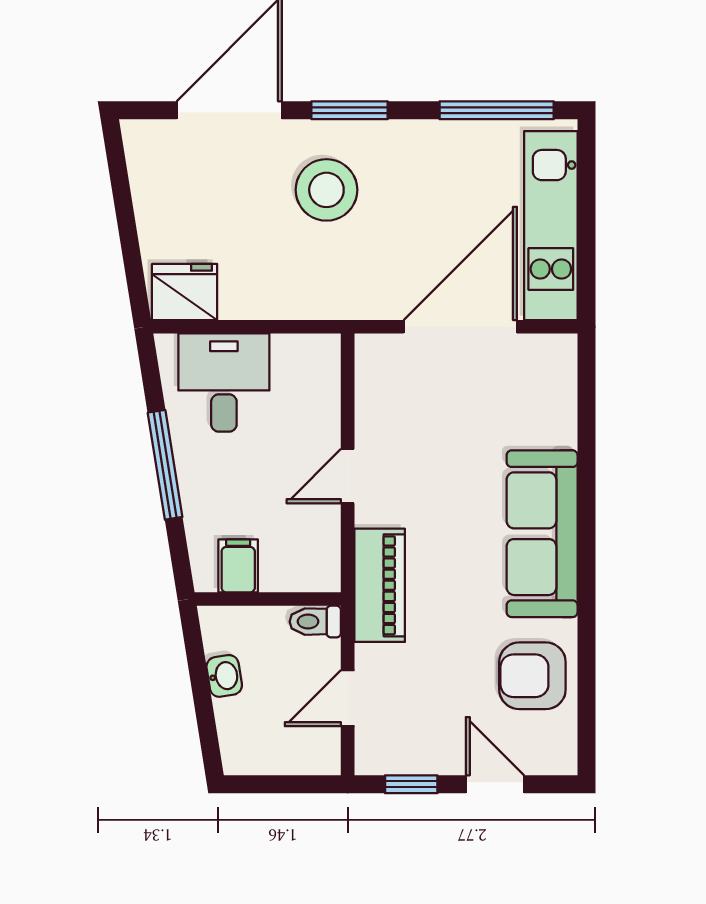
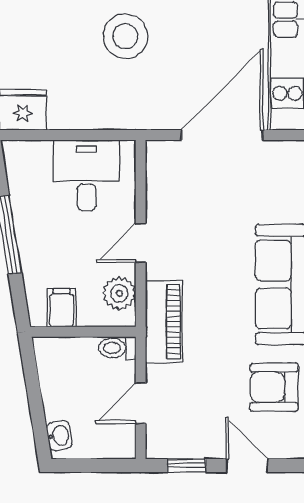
desk: (224, 383) -> (87, 175), moved
plant: (318, 546) -> (119, 293), added
washbasin: (224, 676) -> (59, 436), moved

